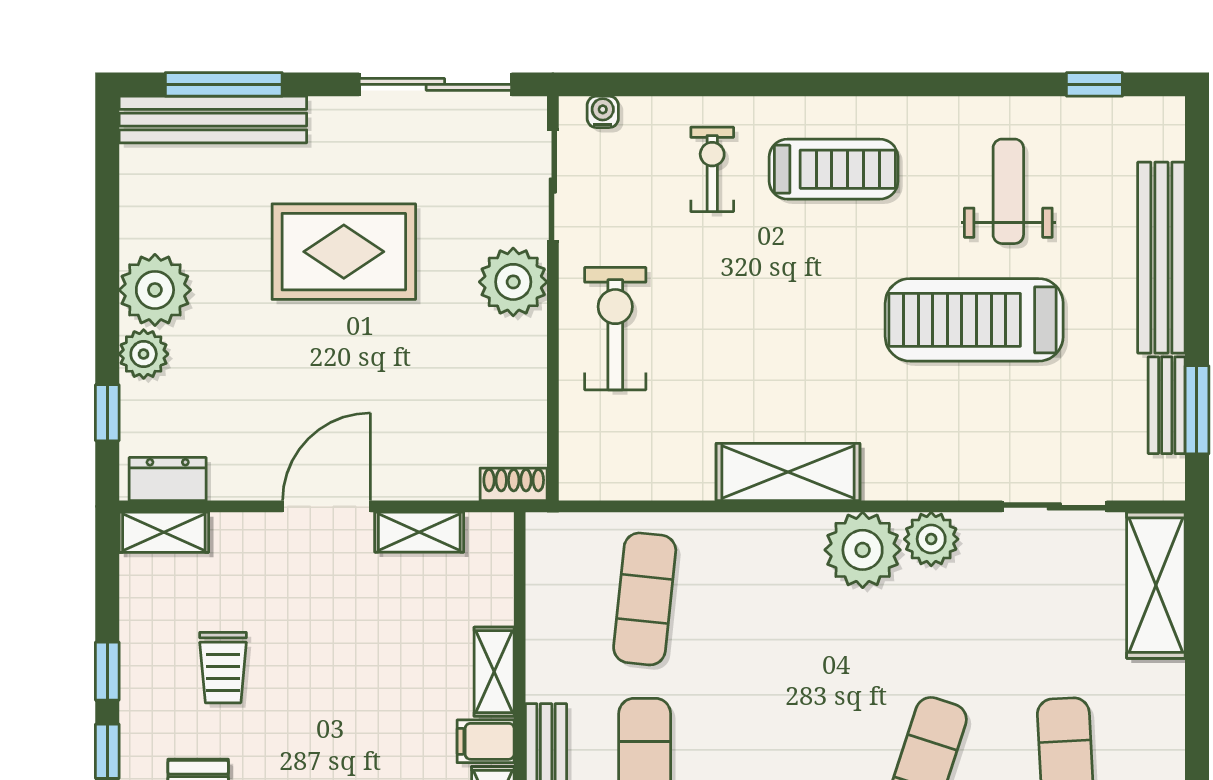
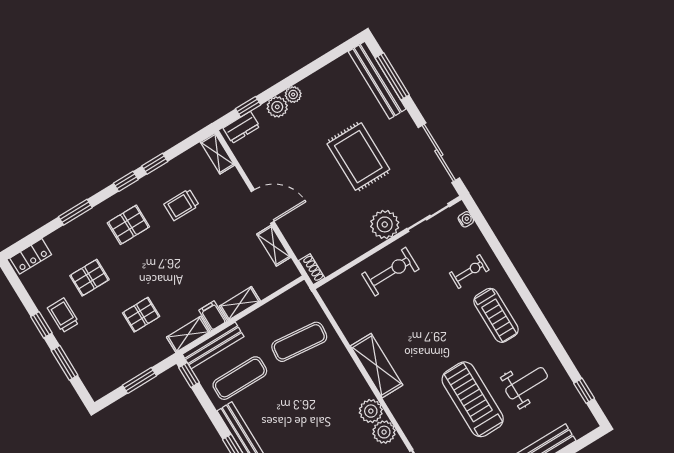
plant: (155, 290) -> (293, 95), width x0.53, depth x0.53
dresser: (168, 479) -> (241, 127), moved, turned 90
plant: (863, 550) -> (371, 411), width x0.73, depth x0.73

